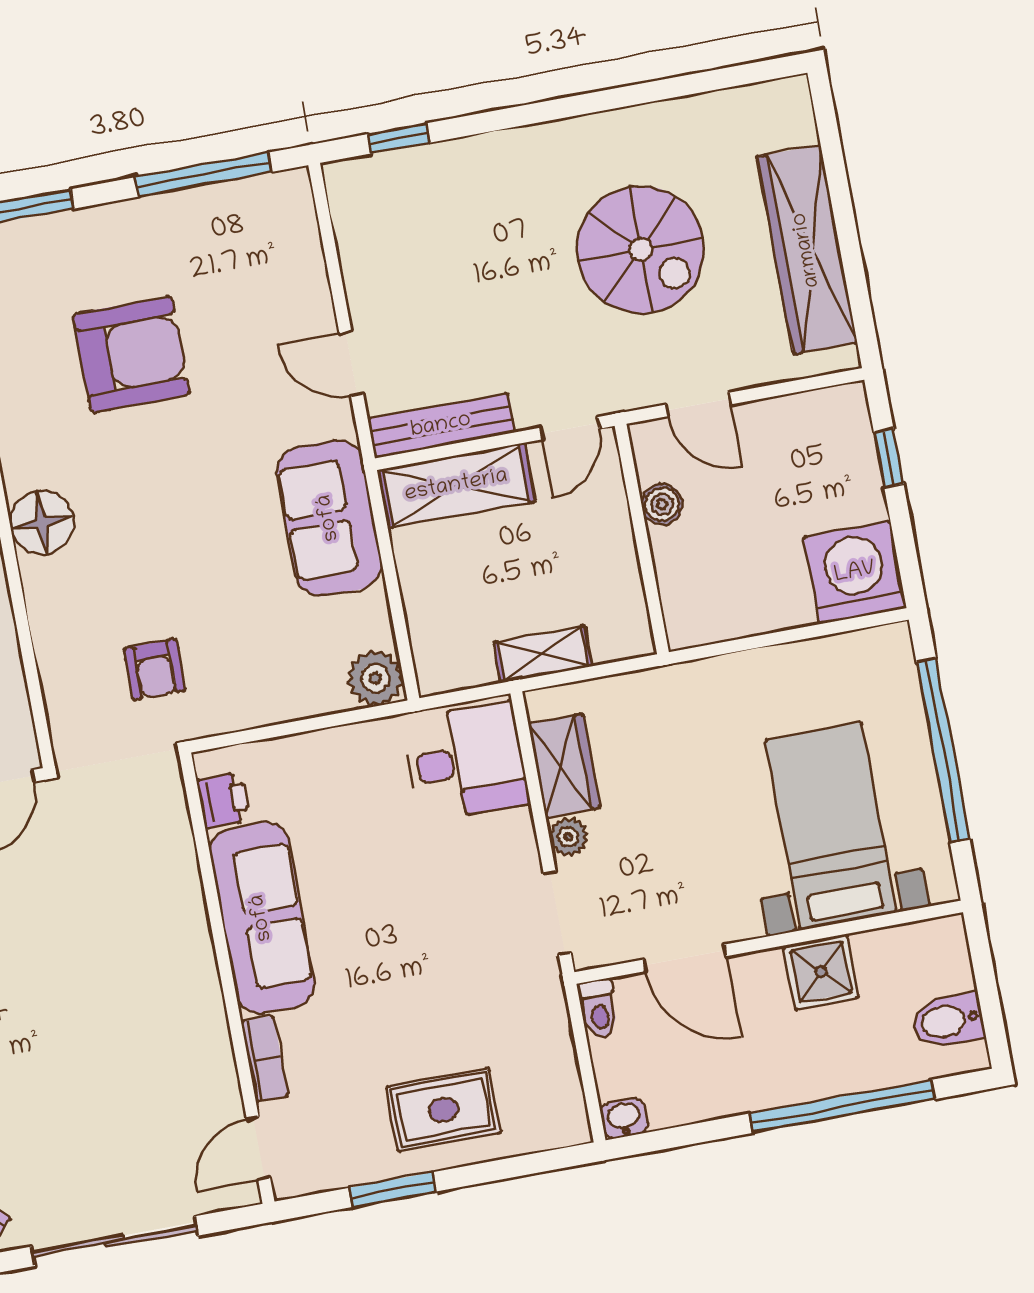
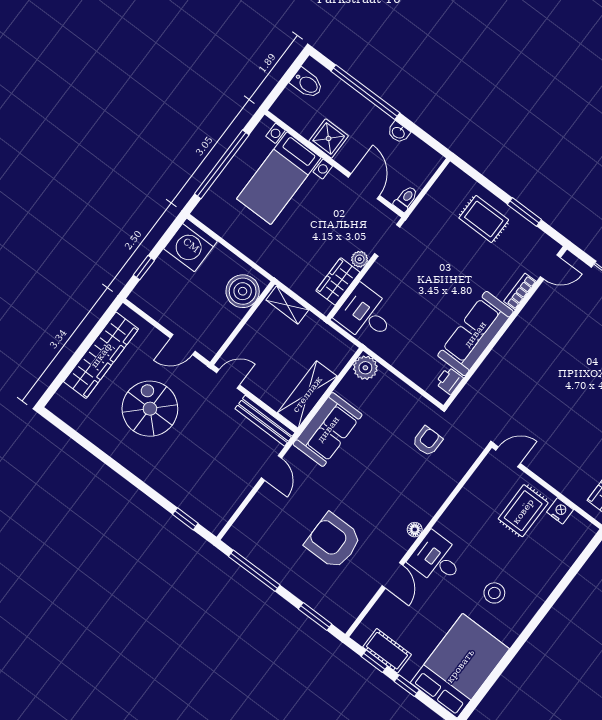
door: (698, 404) -> (183, 345), swing flipped
shelving: (456, 486) -> (307, 394), moved, turned 90
boiler: (662, 504) -> (243, 291), moved, width x1.86, depth x1.86
floor lamp: (42, 522) -> (415, 530), width x0.53, depth x0.53
shelving: (543, 654) -> (287, 305), moved
washbasin: (624, 1118) -> (399, 132), moved

